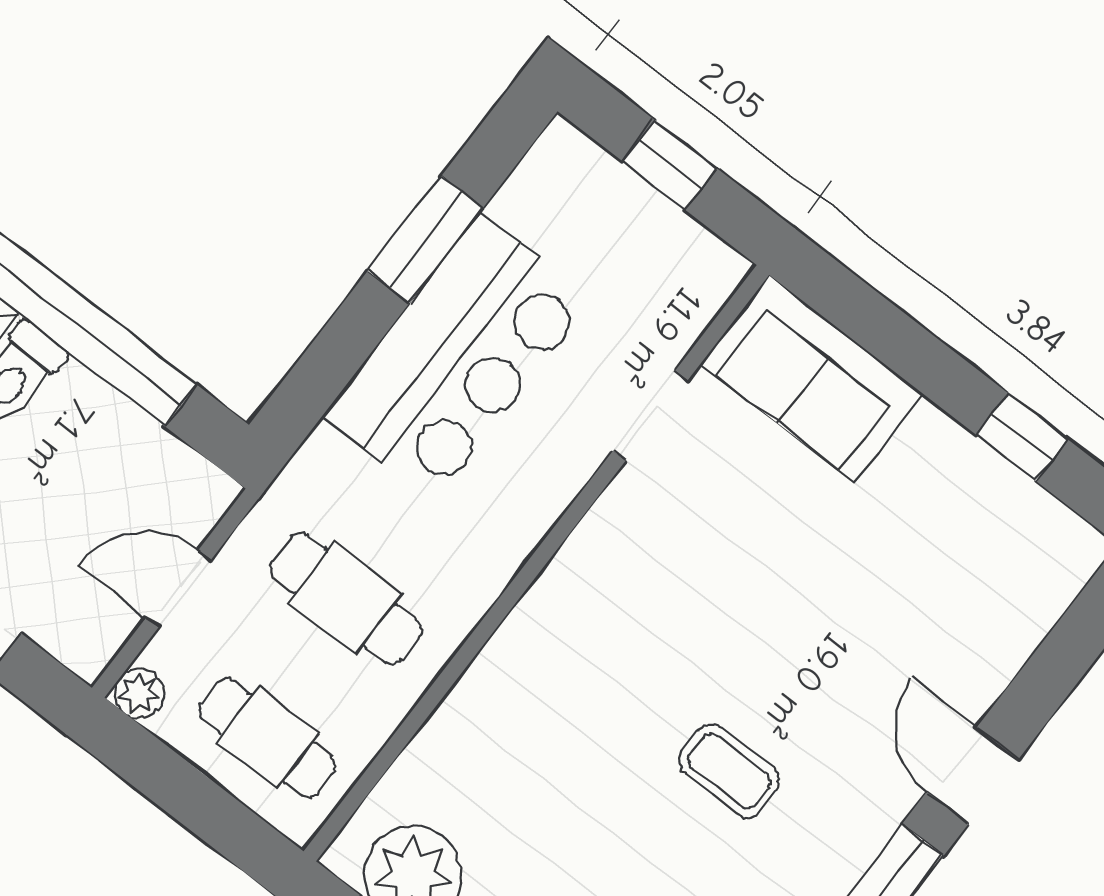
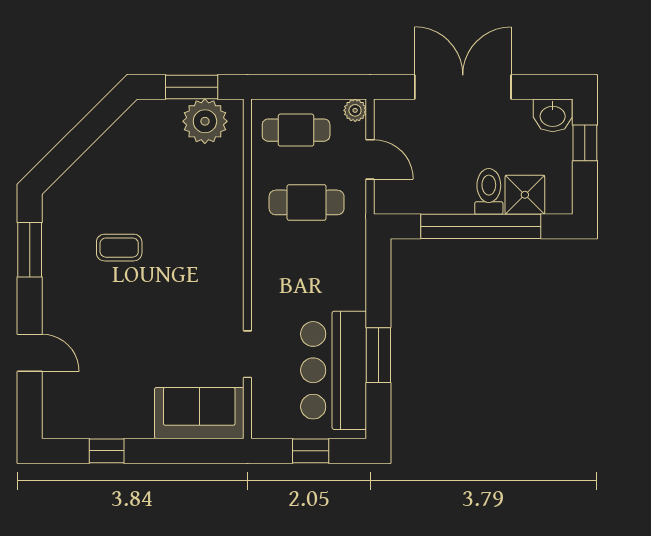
bar counter: (458, 358) -> (334, 370), moved
door: (179, 589) -> (370, 159), hinge flipped
door: (973, 776) -> (30, 353), moved

